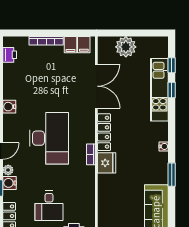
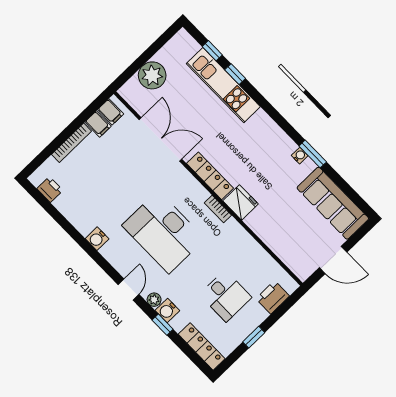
desk: (49, 138) -> (163, 232), turned 180
water cooler: (164, 146) -> (300, 156), moved

